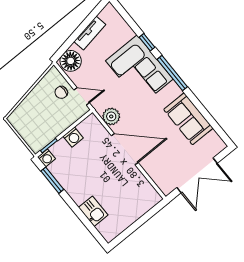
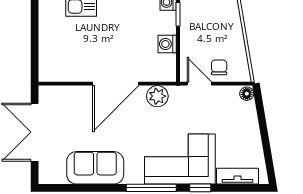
tv unit: (90, 33) -> (238, 176), moved, turned 100
floor lamp: (71, 61) -> (247, 94), width x0.53, depth x0.53
door: (82, 96) -> (199, 84), swing flipped

